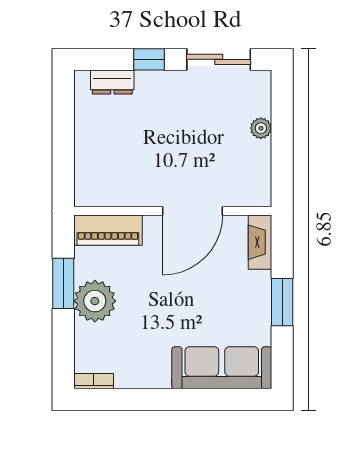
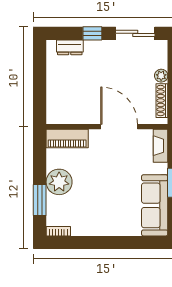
shoe rack: (262, 169) -> (162, 101), added
door: (192, 211) -> (119, 127), swing flipped
window: (63, 283) -> (40, 200), moved
sofa: (222, 368) -> (155, 205), moved, turned -90

